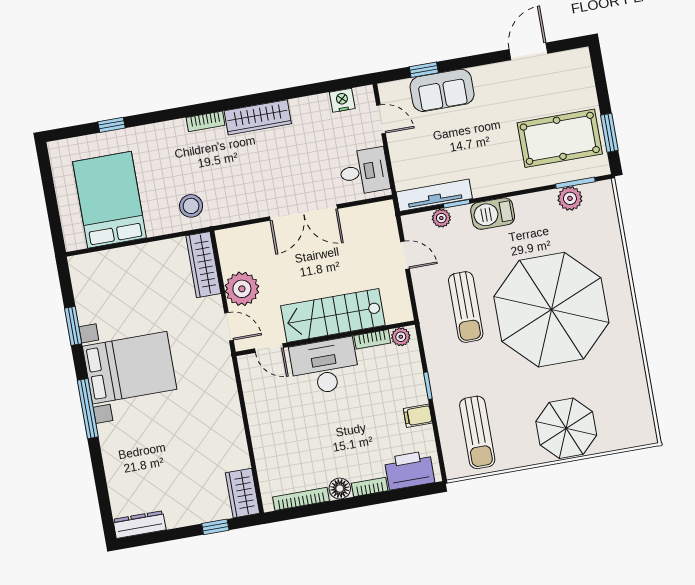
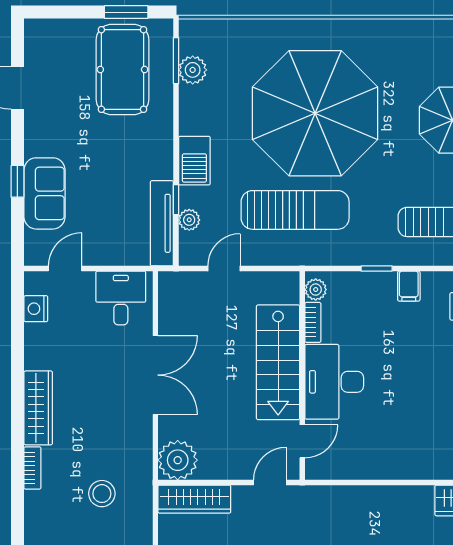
window: (424, 70) -> (17, 181), moved
stool: (191, 206) -> (102, 494), moved
plant: (242, 289) -> (178, 460), moved
sun lounger: (466, 307) -> (295, 210), width x1.36, depth x1.34

